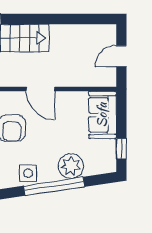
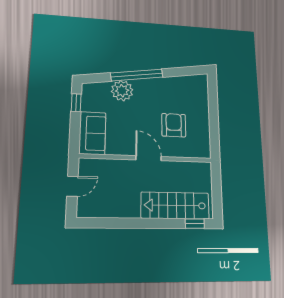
side table: (28, 173) -> (159, 87), removed

